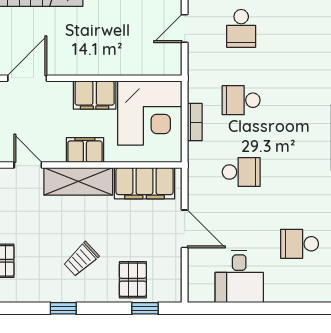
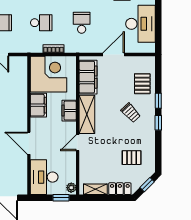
school desk: (241, 100) -> (41, 23), turned -90
desk: (239, 277) -> (140, 24), width x1.37
pallet: (133, 280) -> (142, 84), turned 90
window: (145, 308) -> (158, 101), moved

